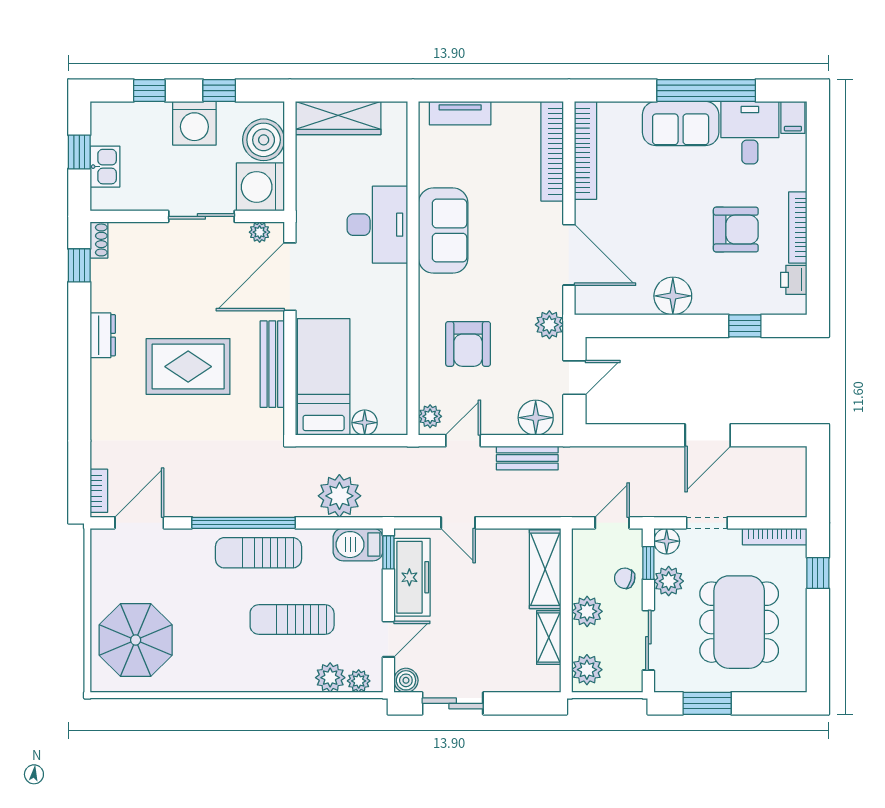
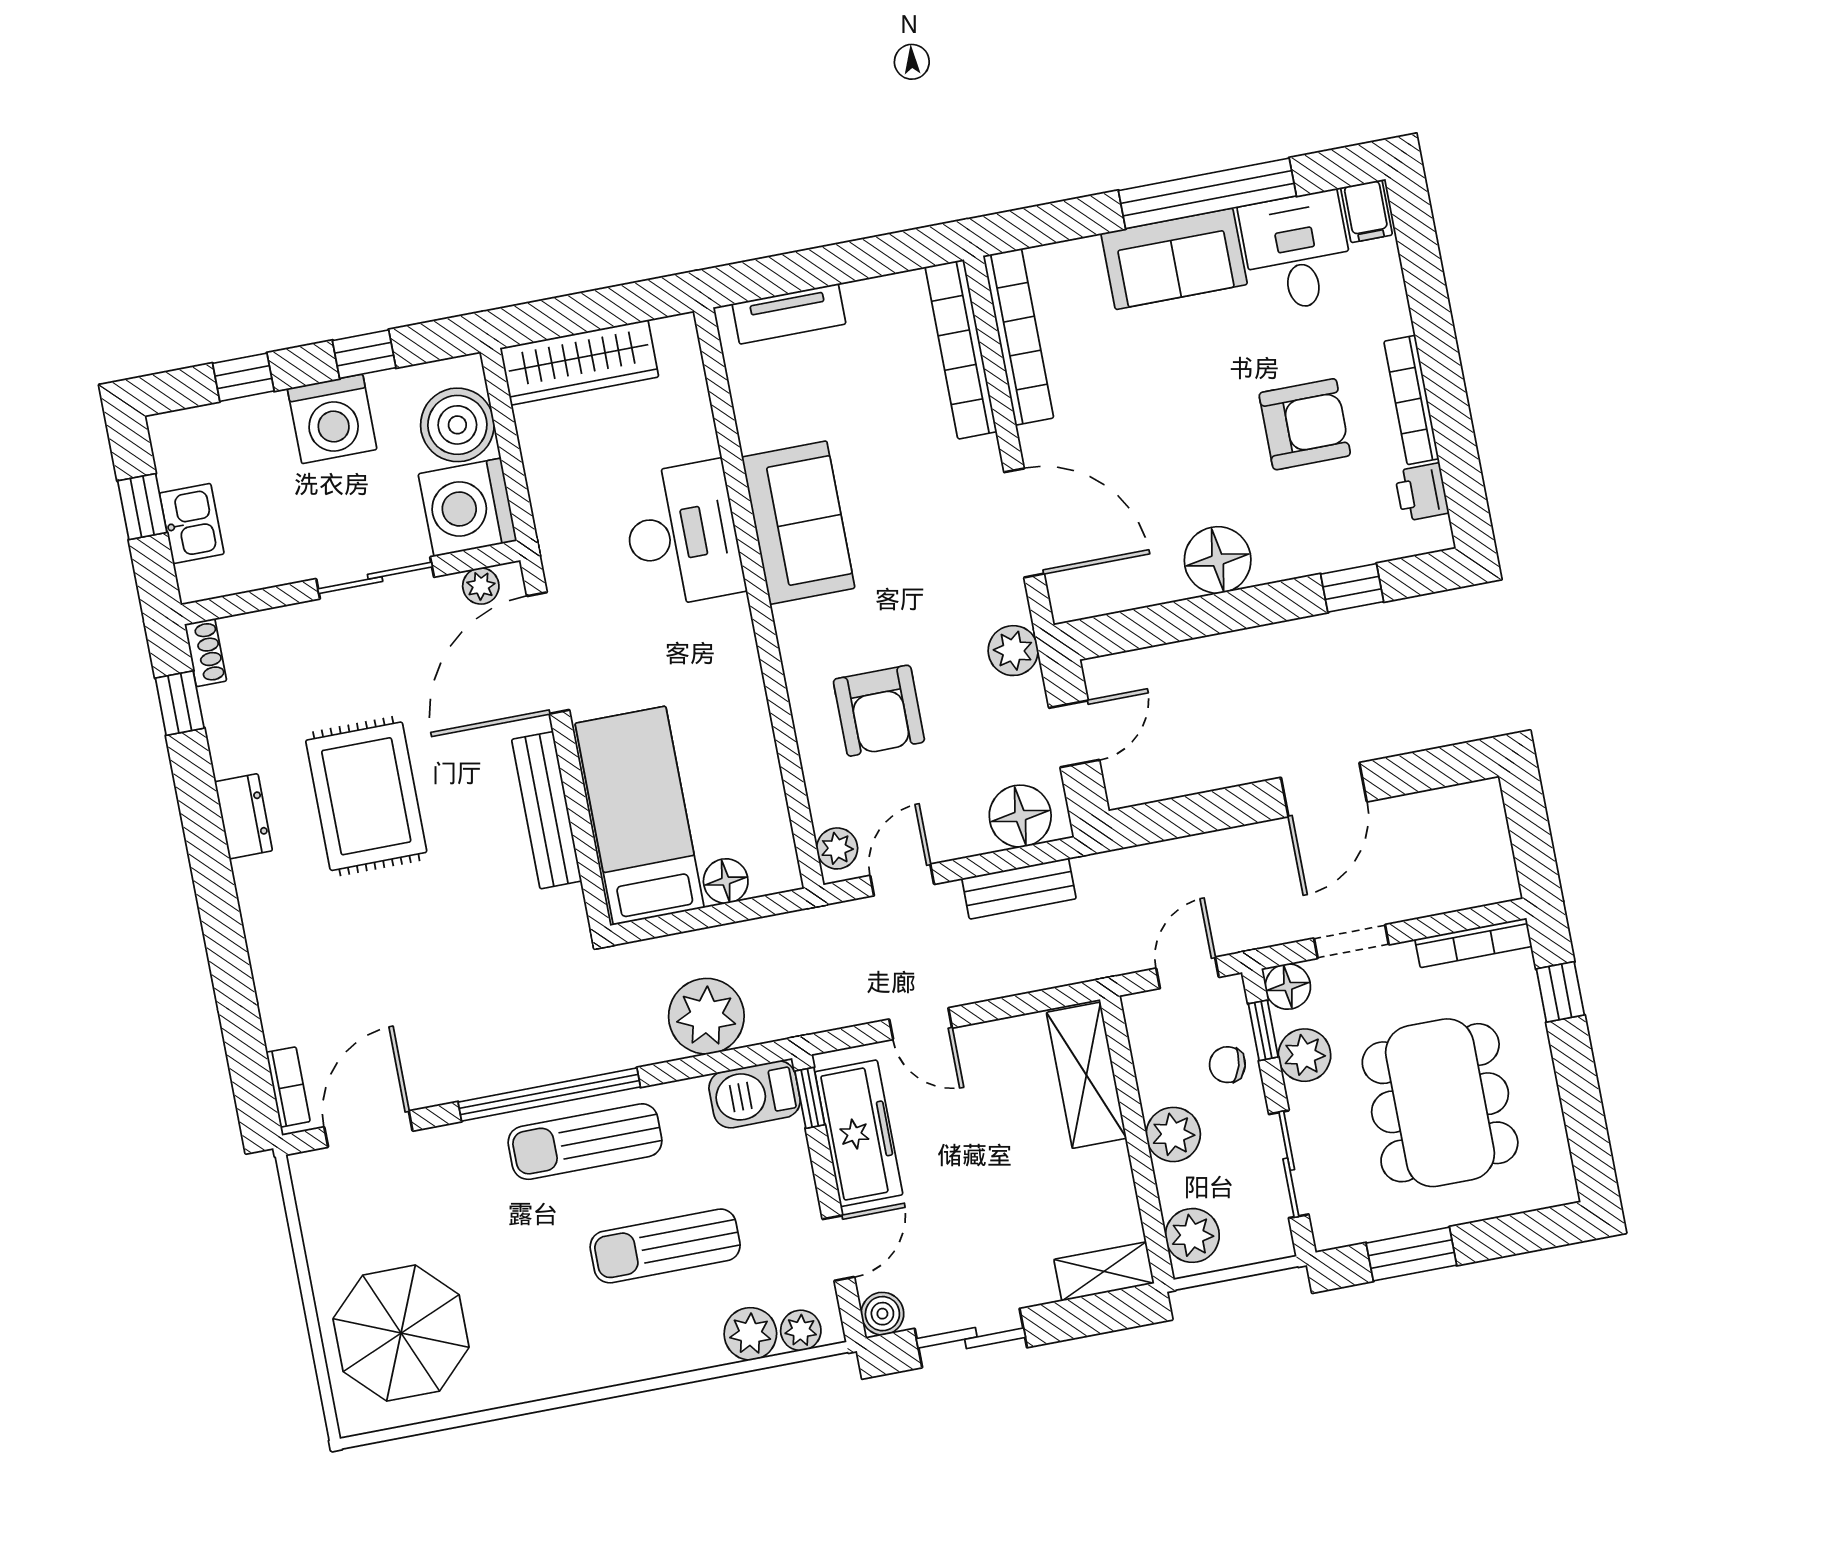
rug: (188, 367) -> (366, 796), moved, turned 90
shelving: (549, 638) -> (1104, 1271), moved, turned 90

